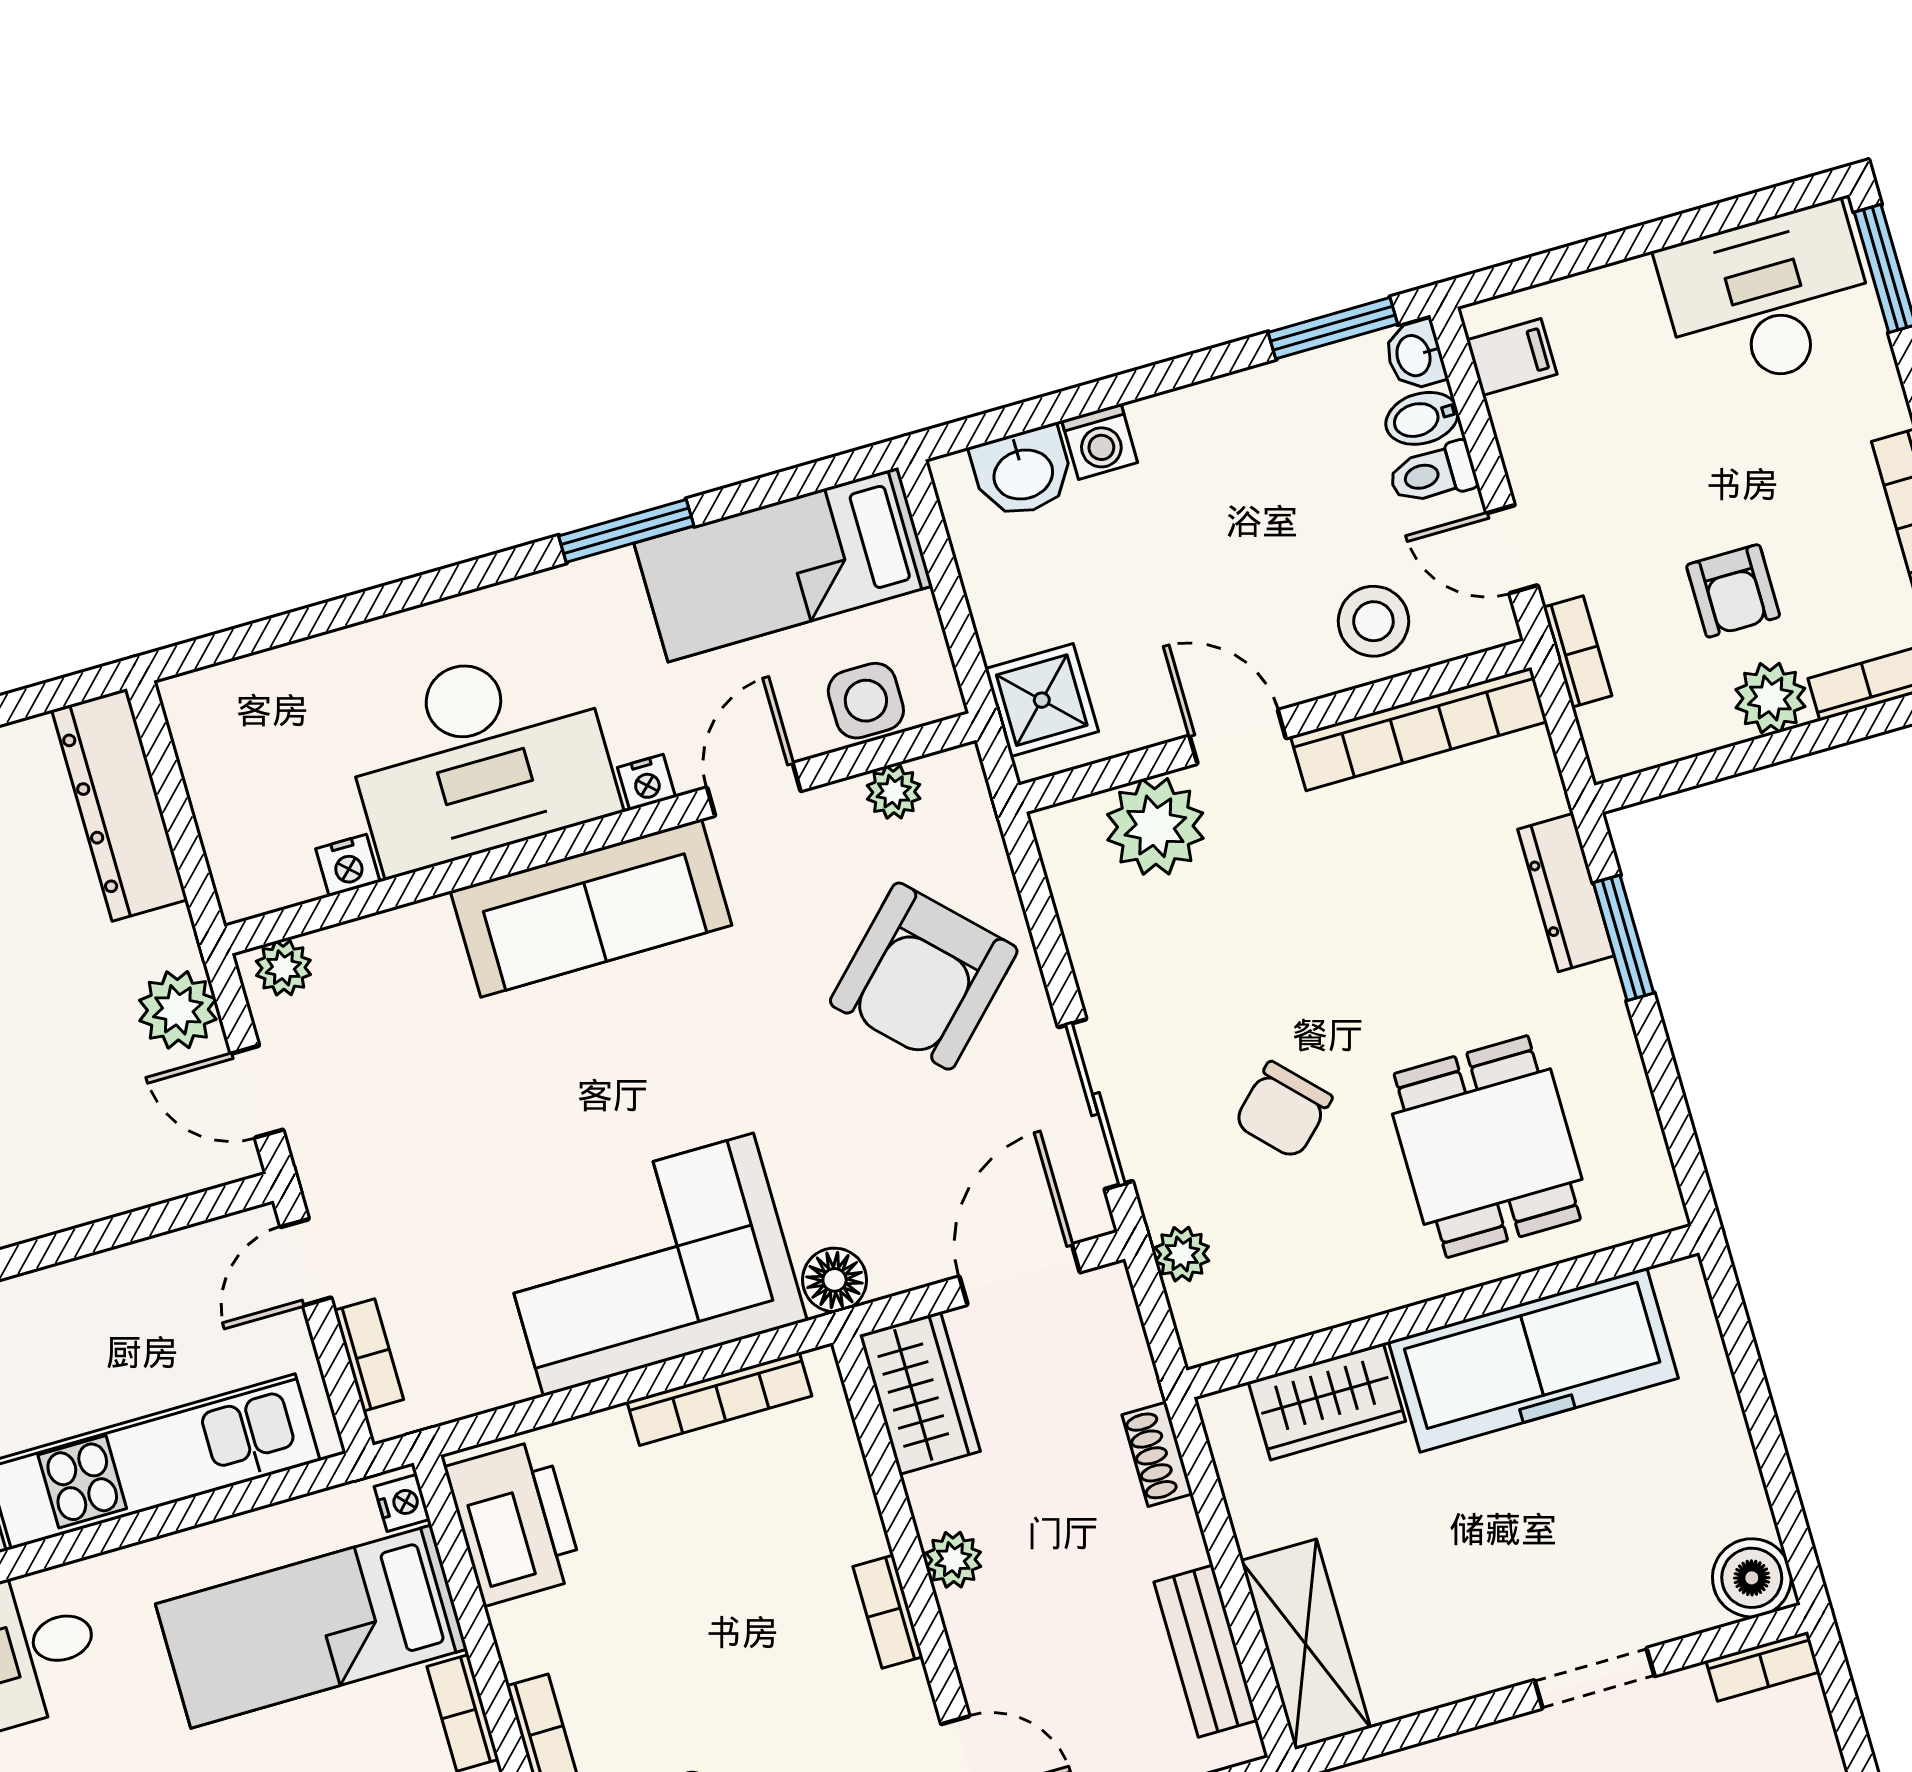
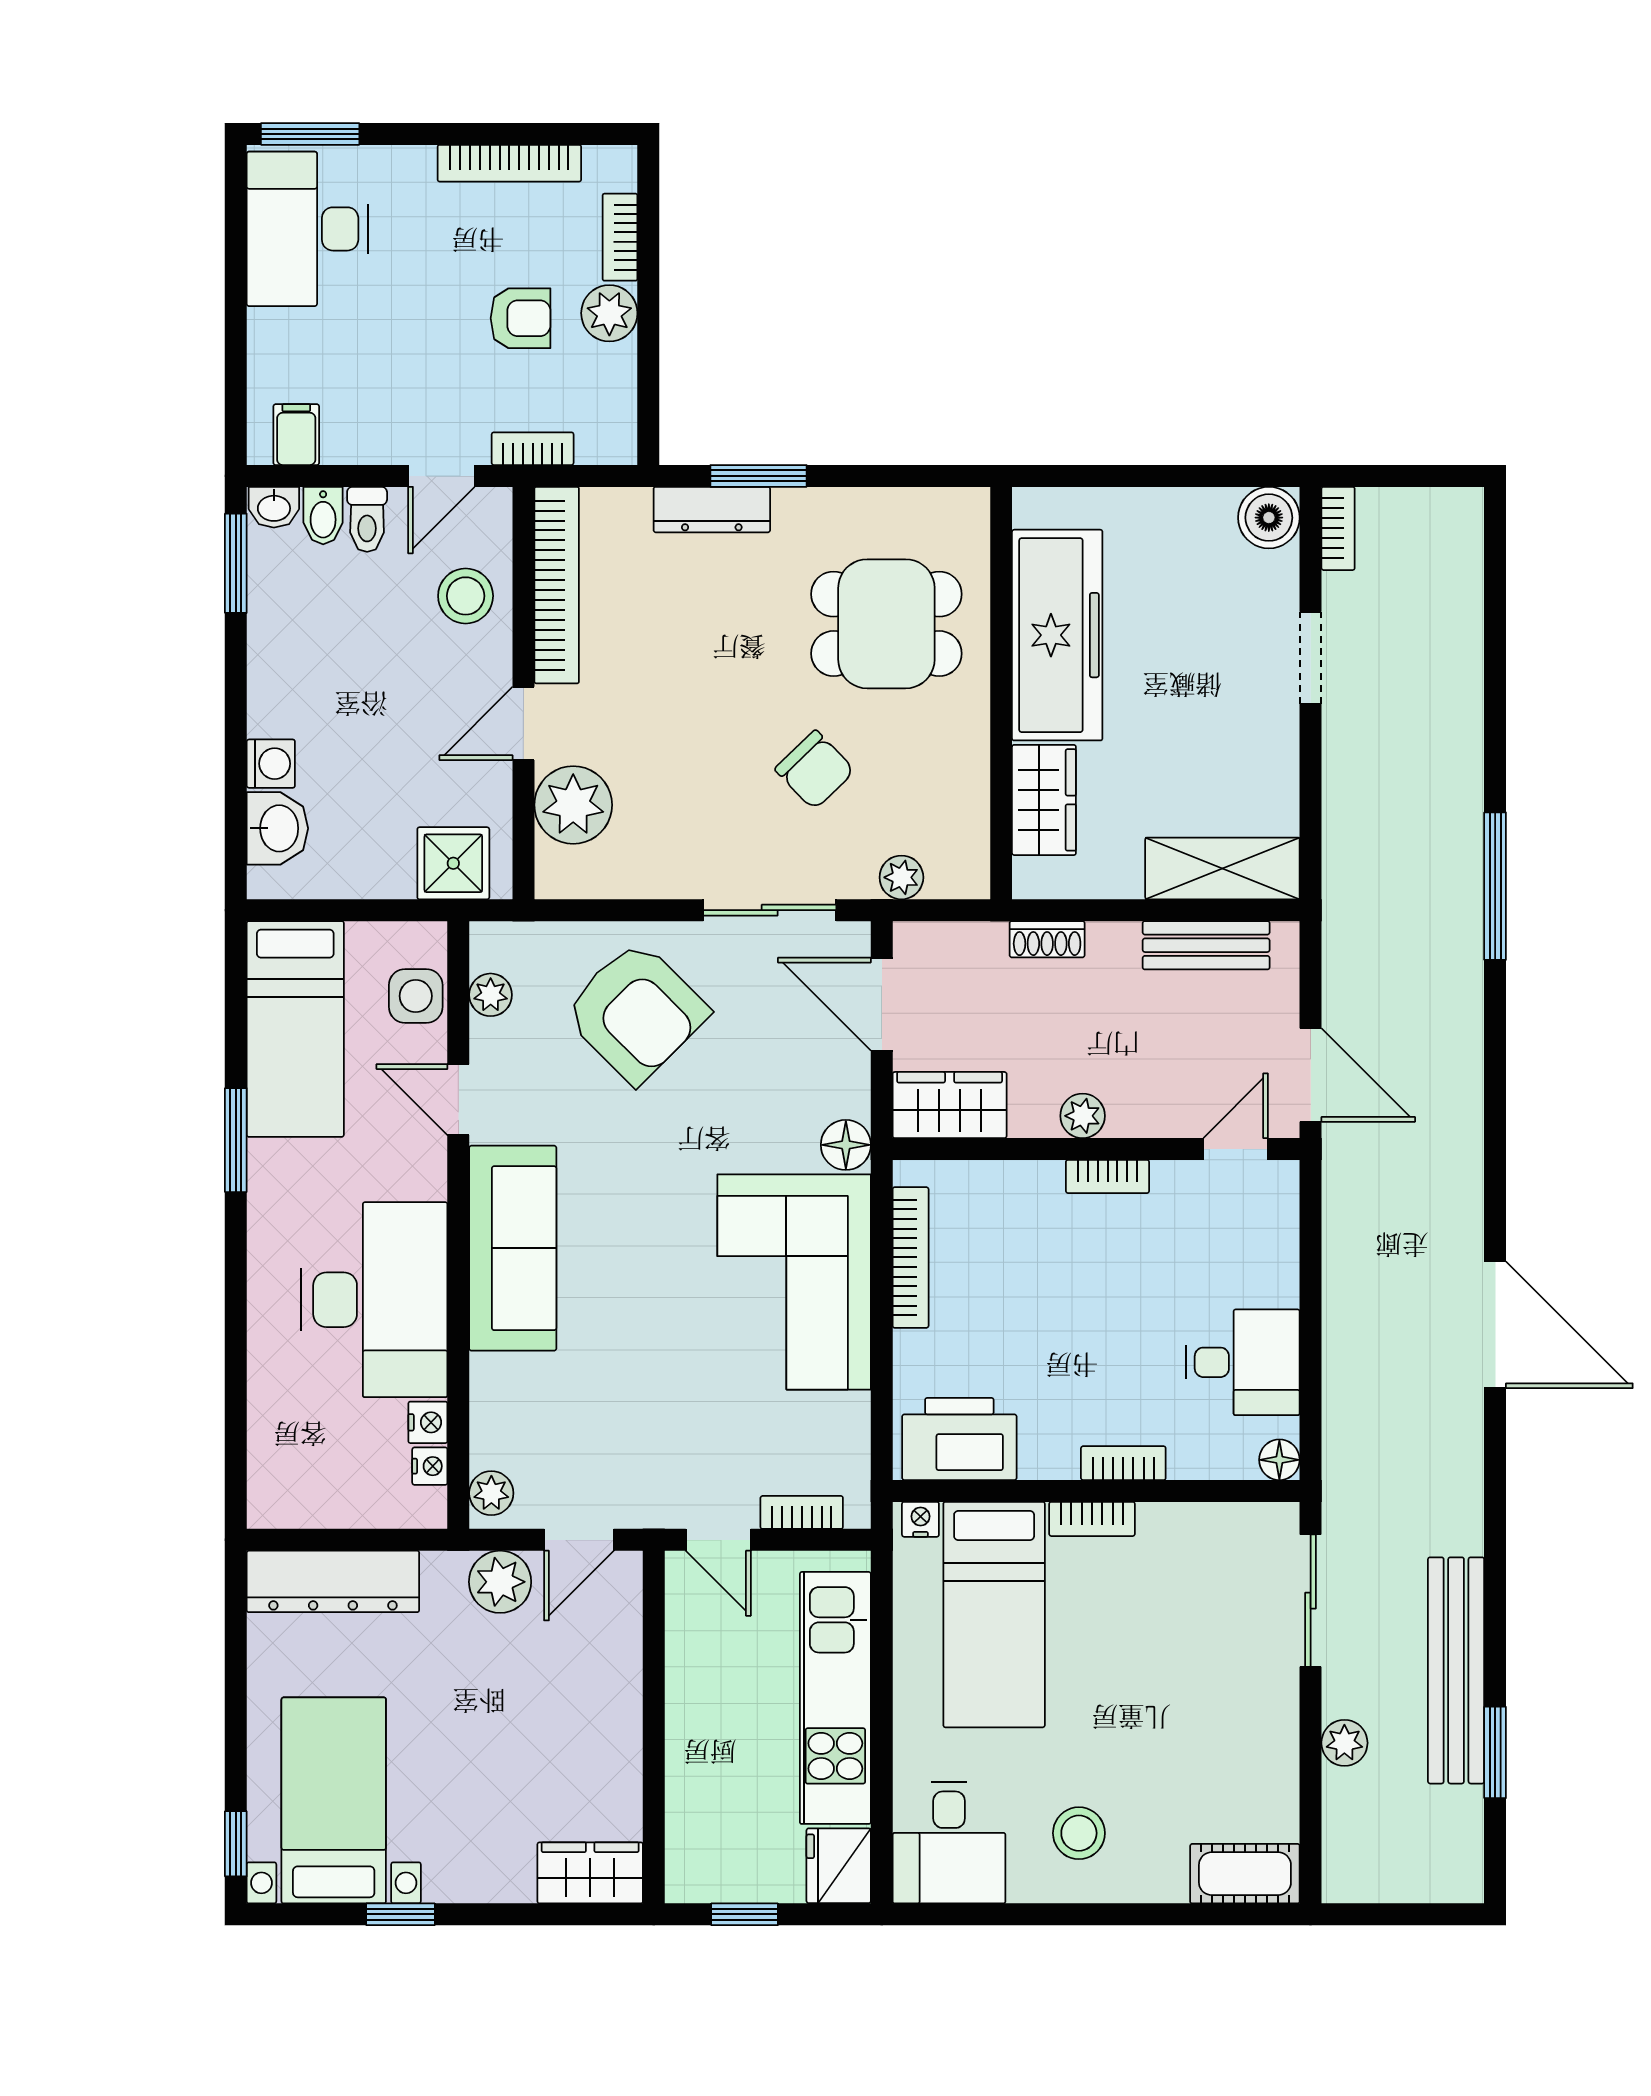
nightstand: (646, 782) -> (430, 1466), moved

